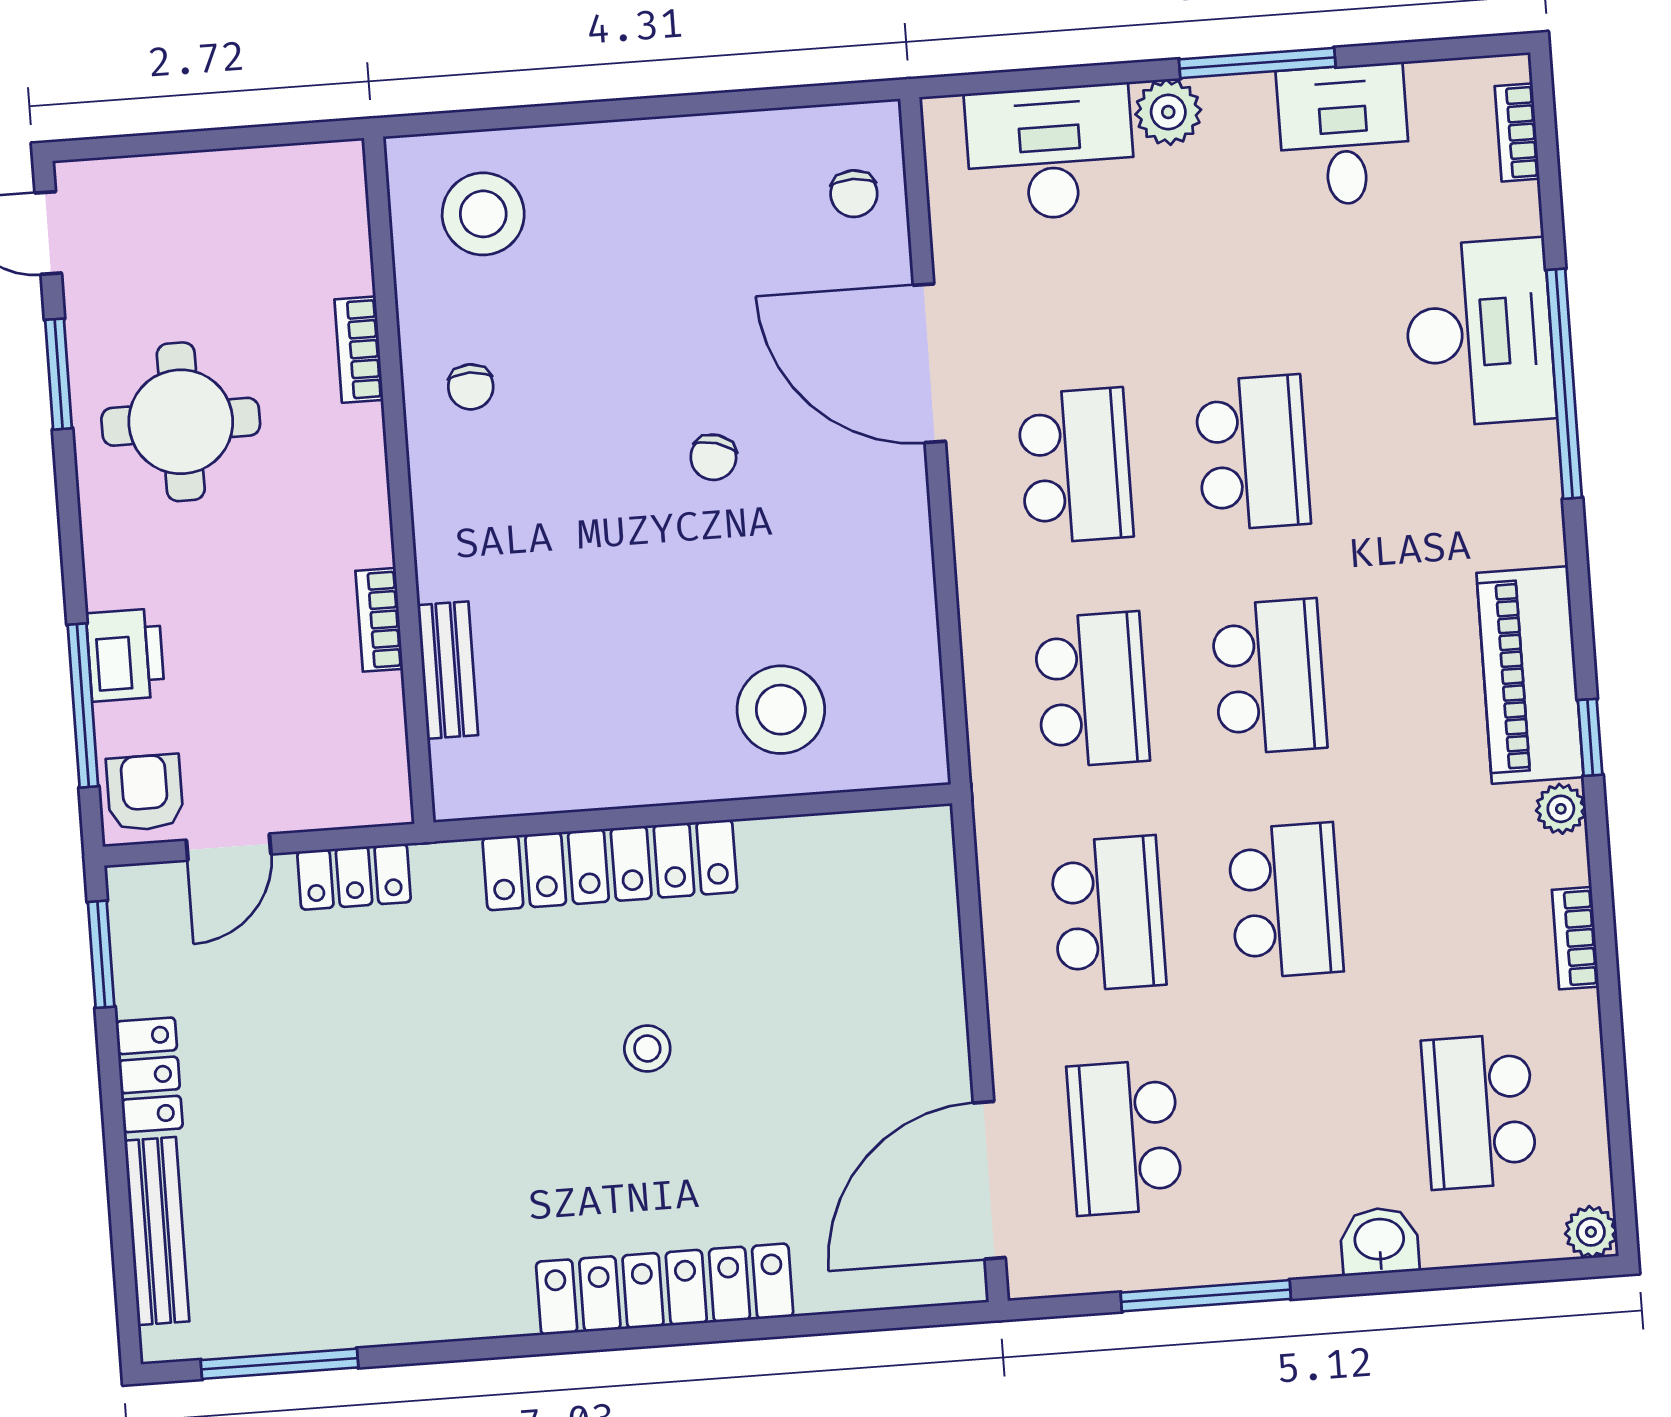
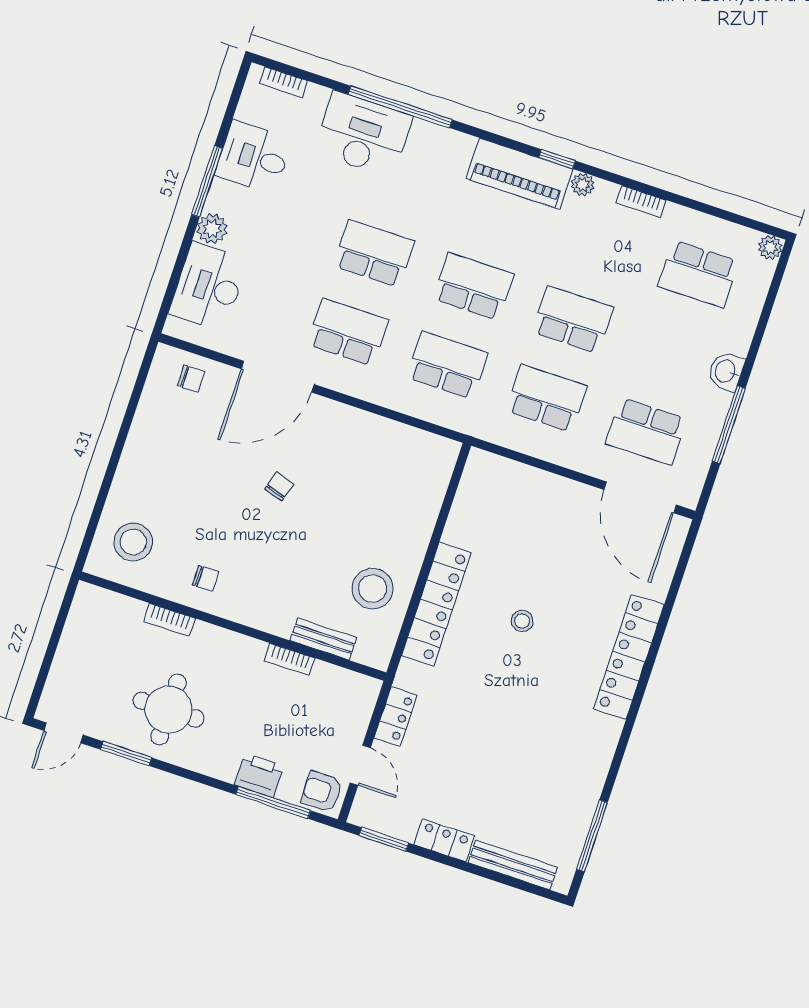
chair: (713, 457) -> (279, 486), turned -89
stool: (781, 710) -> (372, 589), moved
washbasin: (1379, 1241) -> (726, 371), moved

